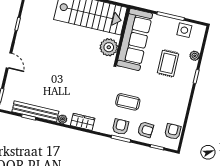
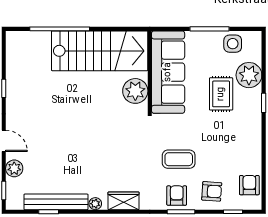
plant: (195, 56) -> (249, 75), width x1.87, depth x1.87
plant: (12, 81) -> (14, 168), added

